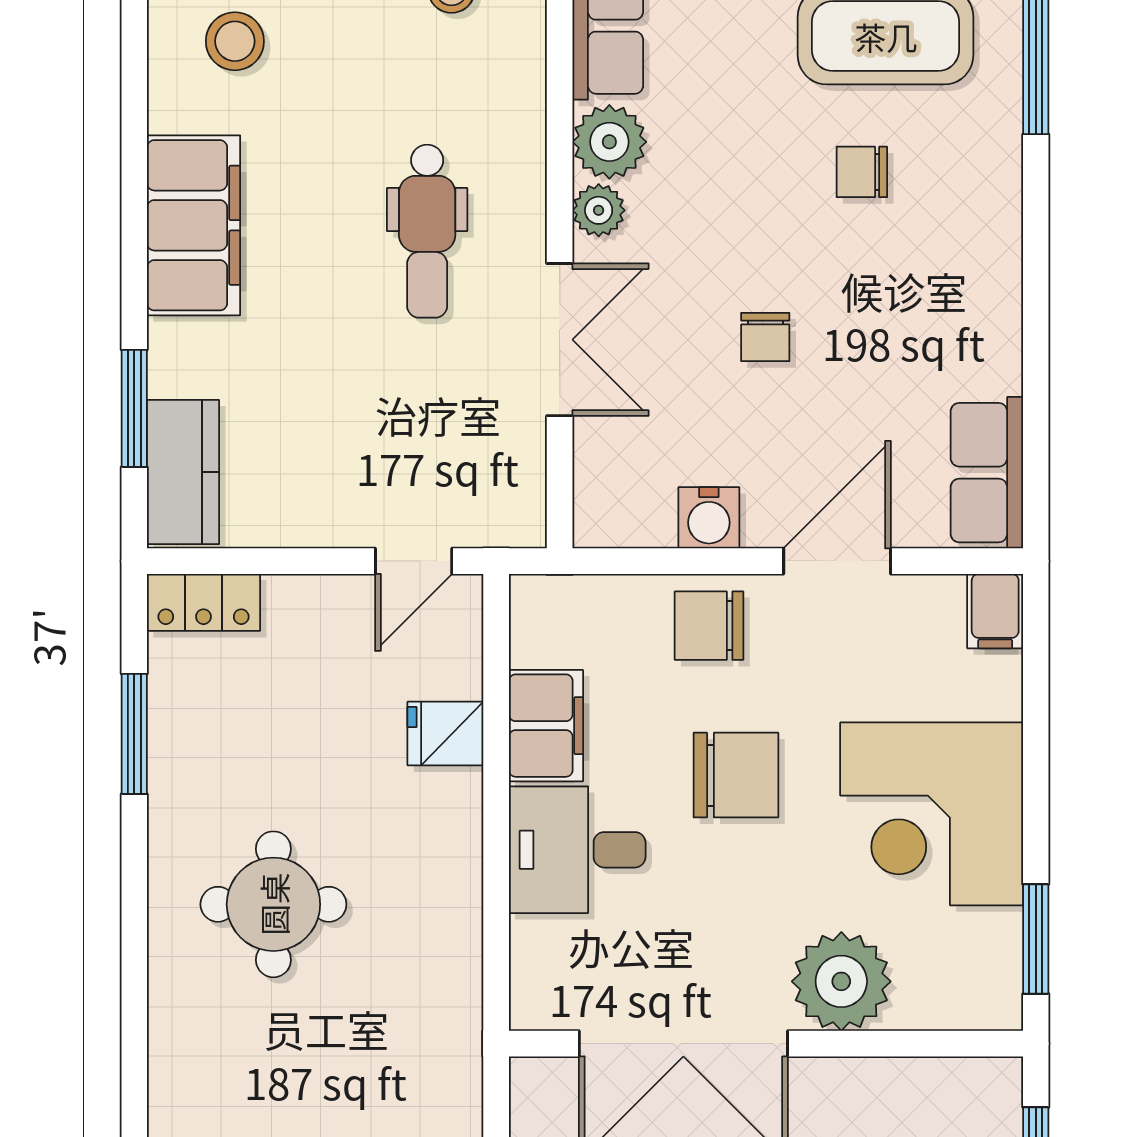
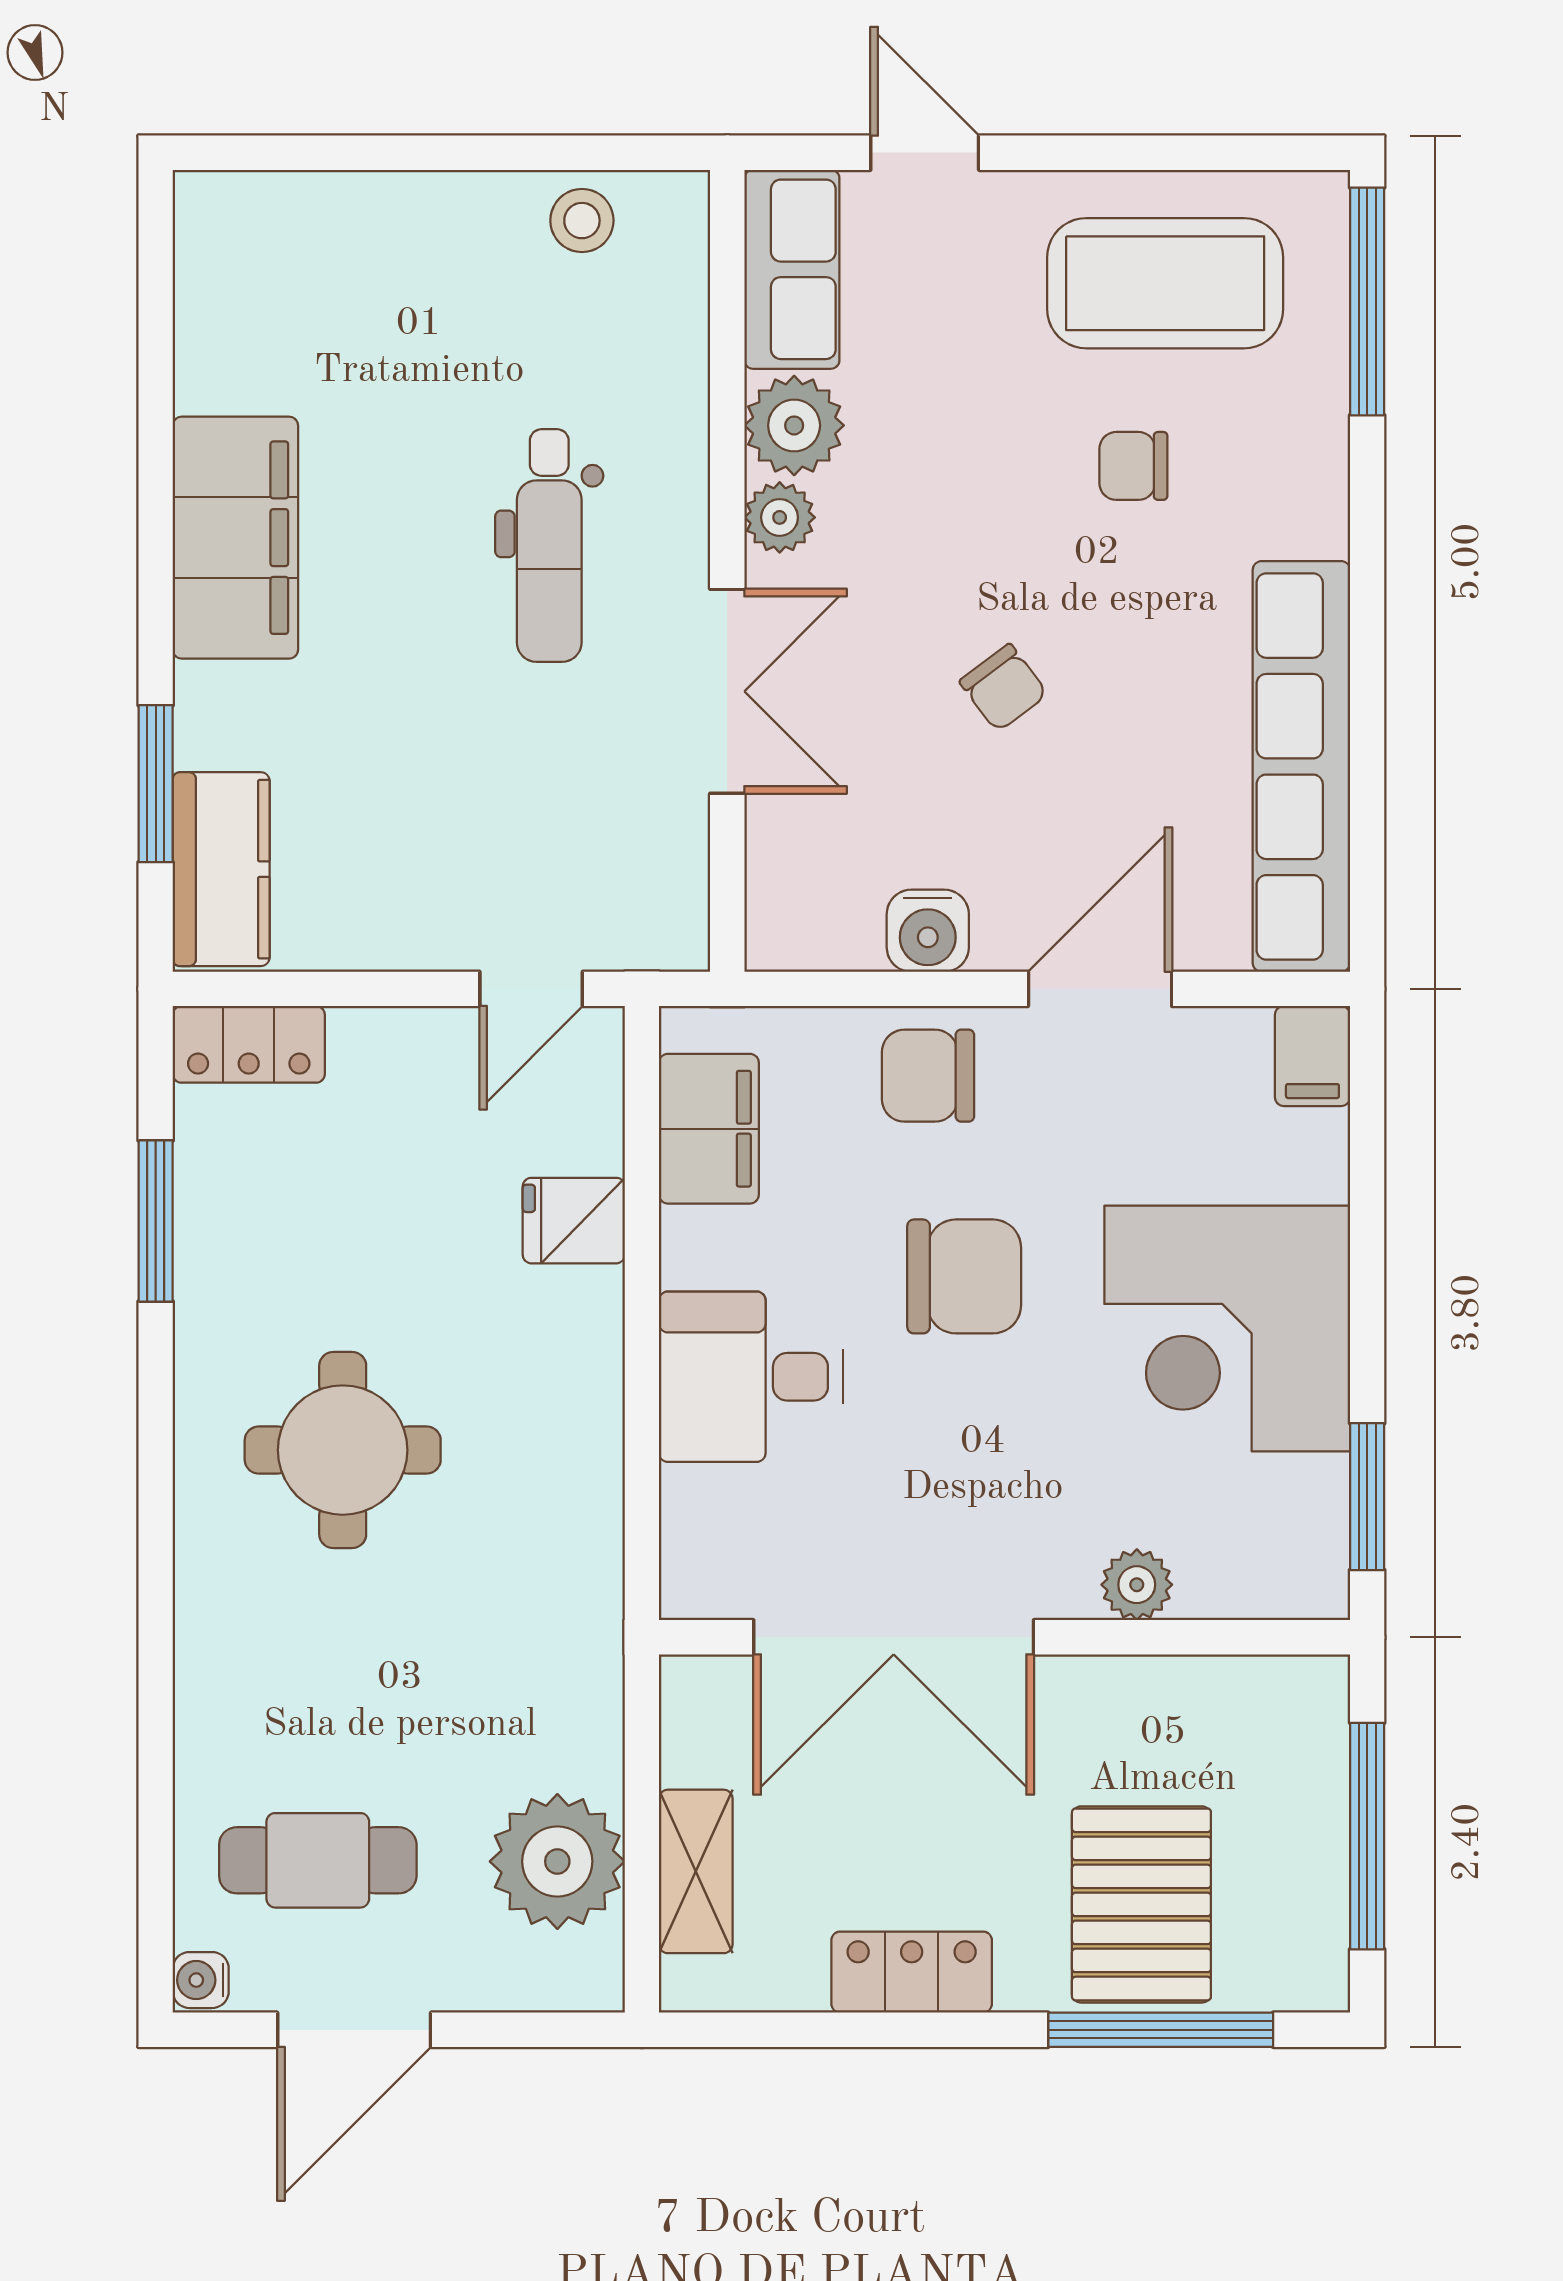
stool: (235, 41) -> (291, 290), removed
chair: (765, 337) -> (1004, 688), turned -37
row of seats: (987, 473) -> (1301, 766), width x2.02
filing cabinet: (546, 726) -> (709, 1129), moved
plant: (841, 981) -> (1137, 1585), width x0.53, depth x0.53

